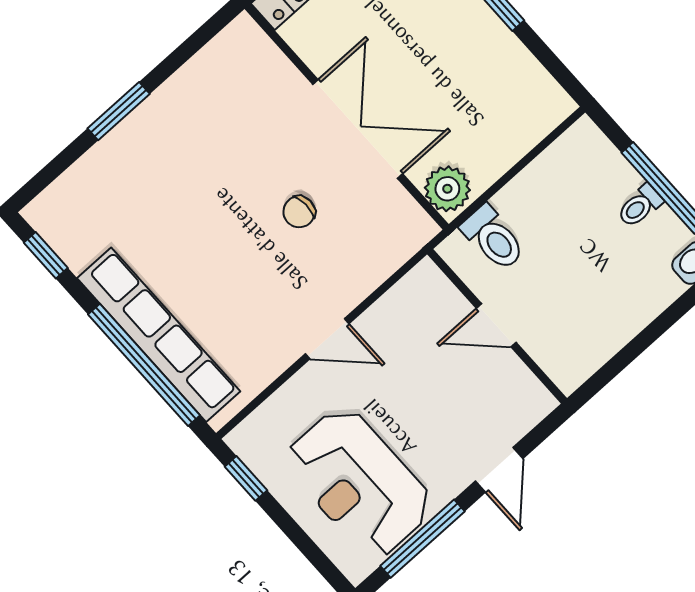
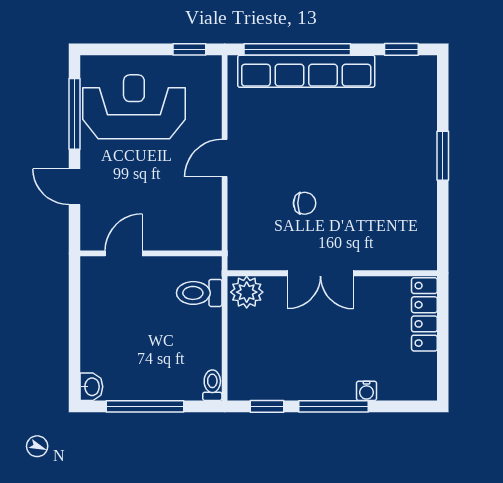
window: (548, 59) -> (267, 406), added
double door: (358, 129) -> (320, 273), width x0.73
toilet: (640, 206) -> (212, 385), moved
chair: (299, 212) -> (305, 203), turned 92
door: (496, 325) -> (124, 253), moved

